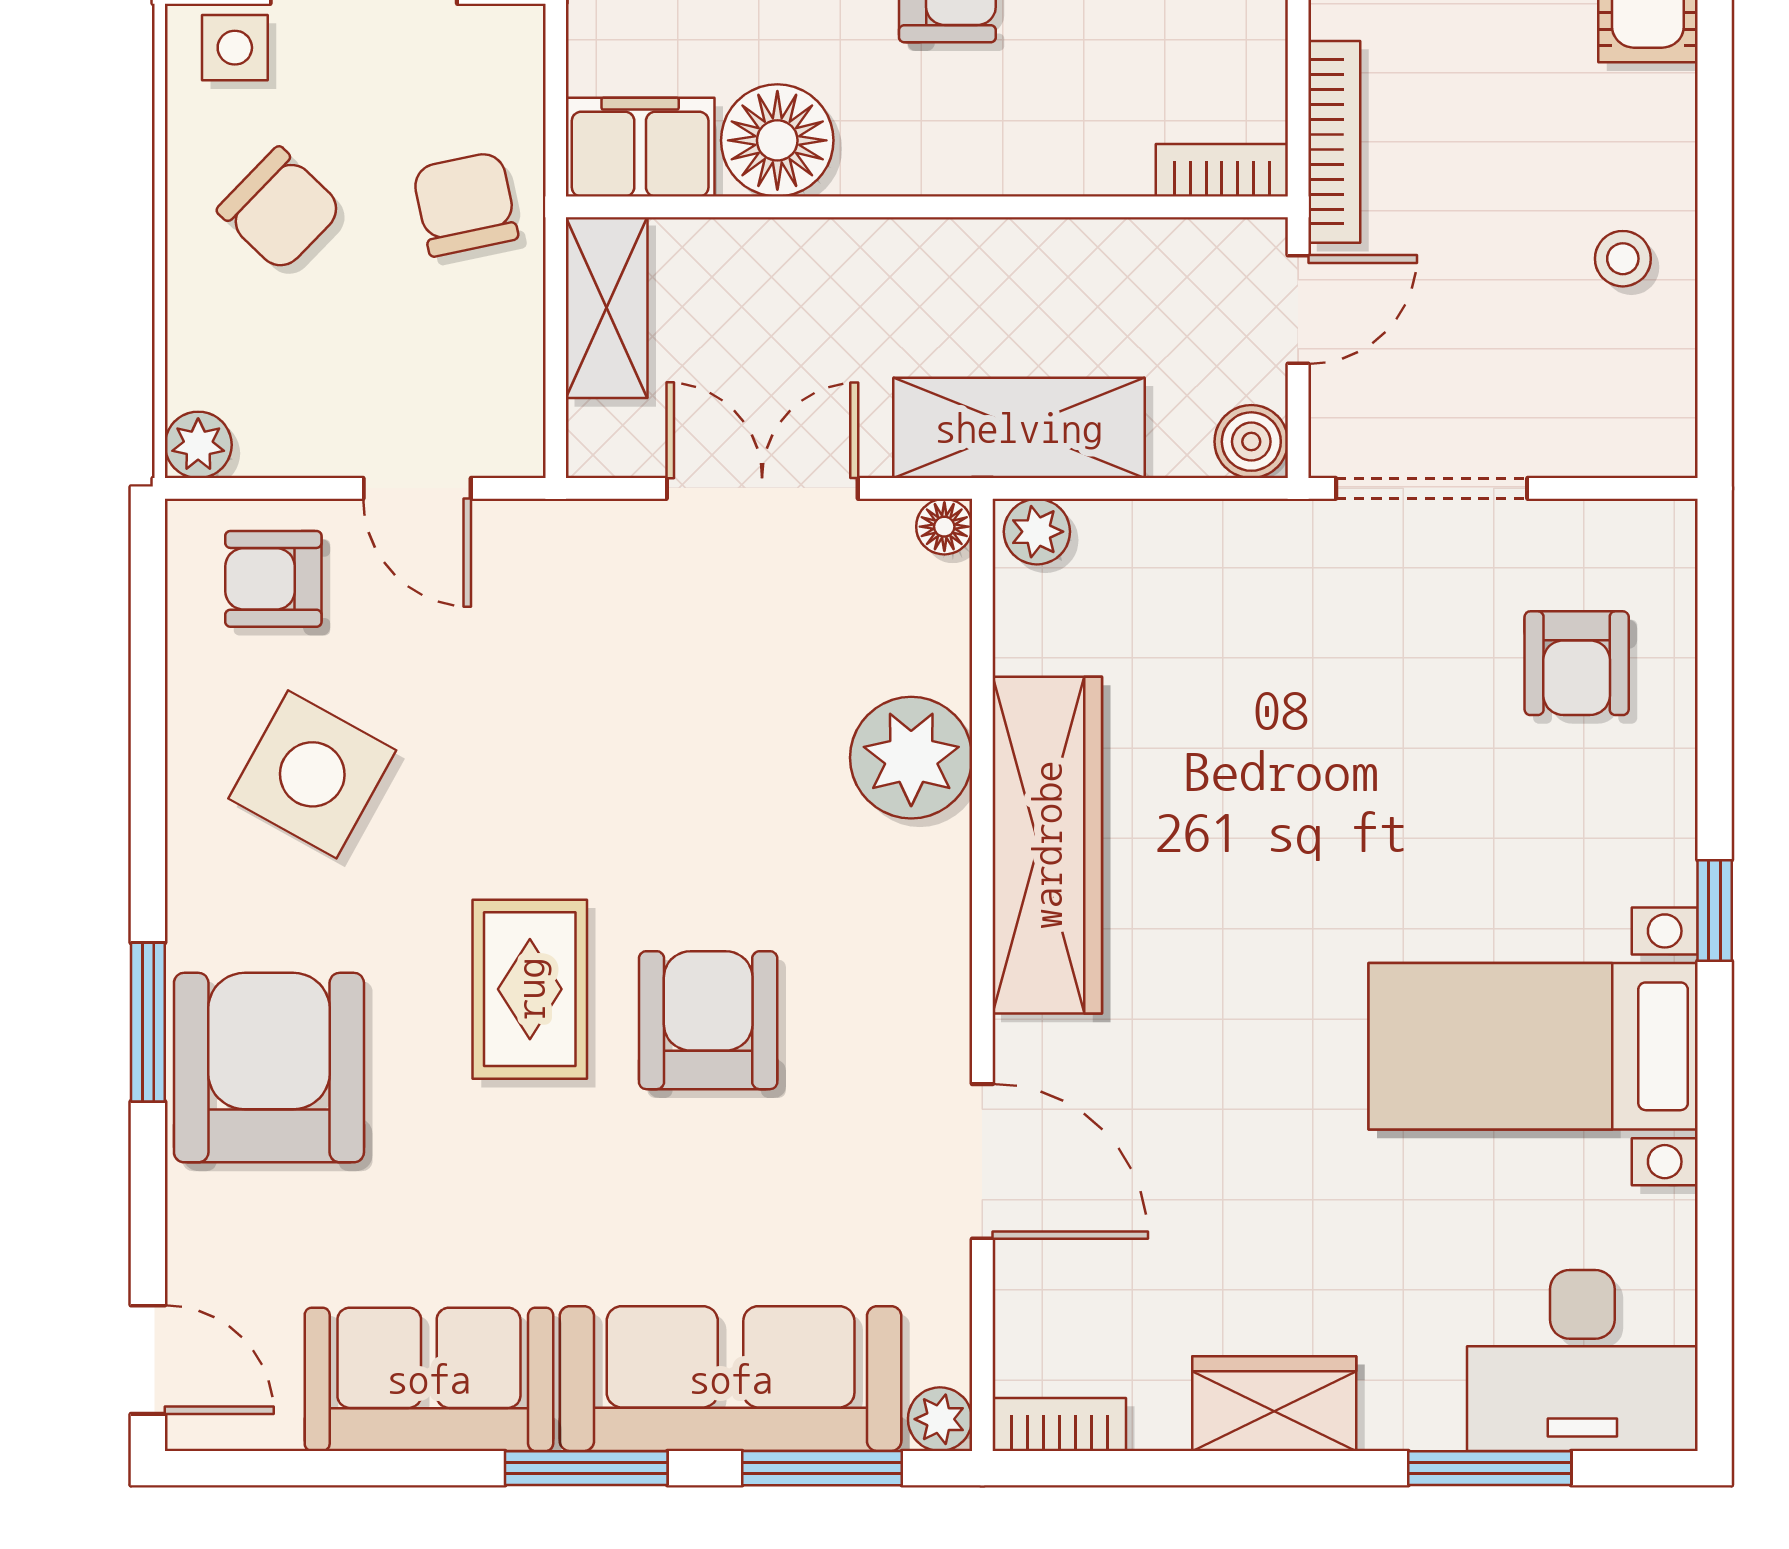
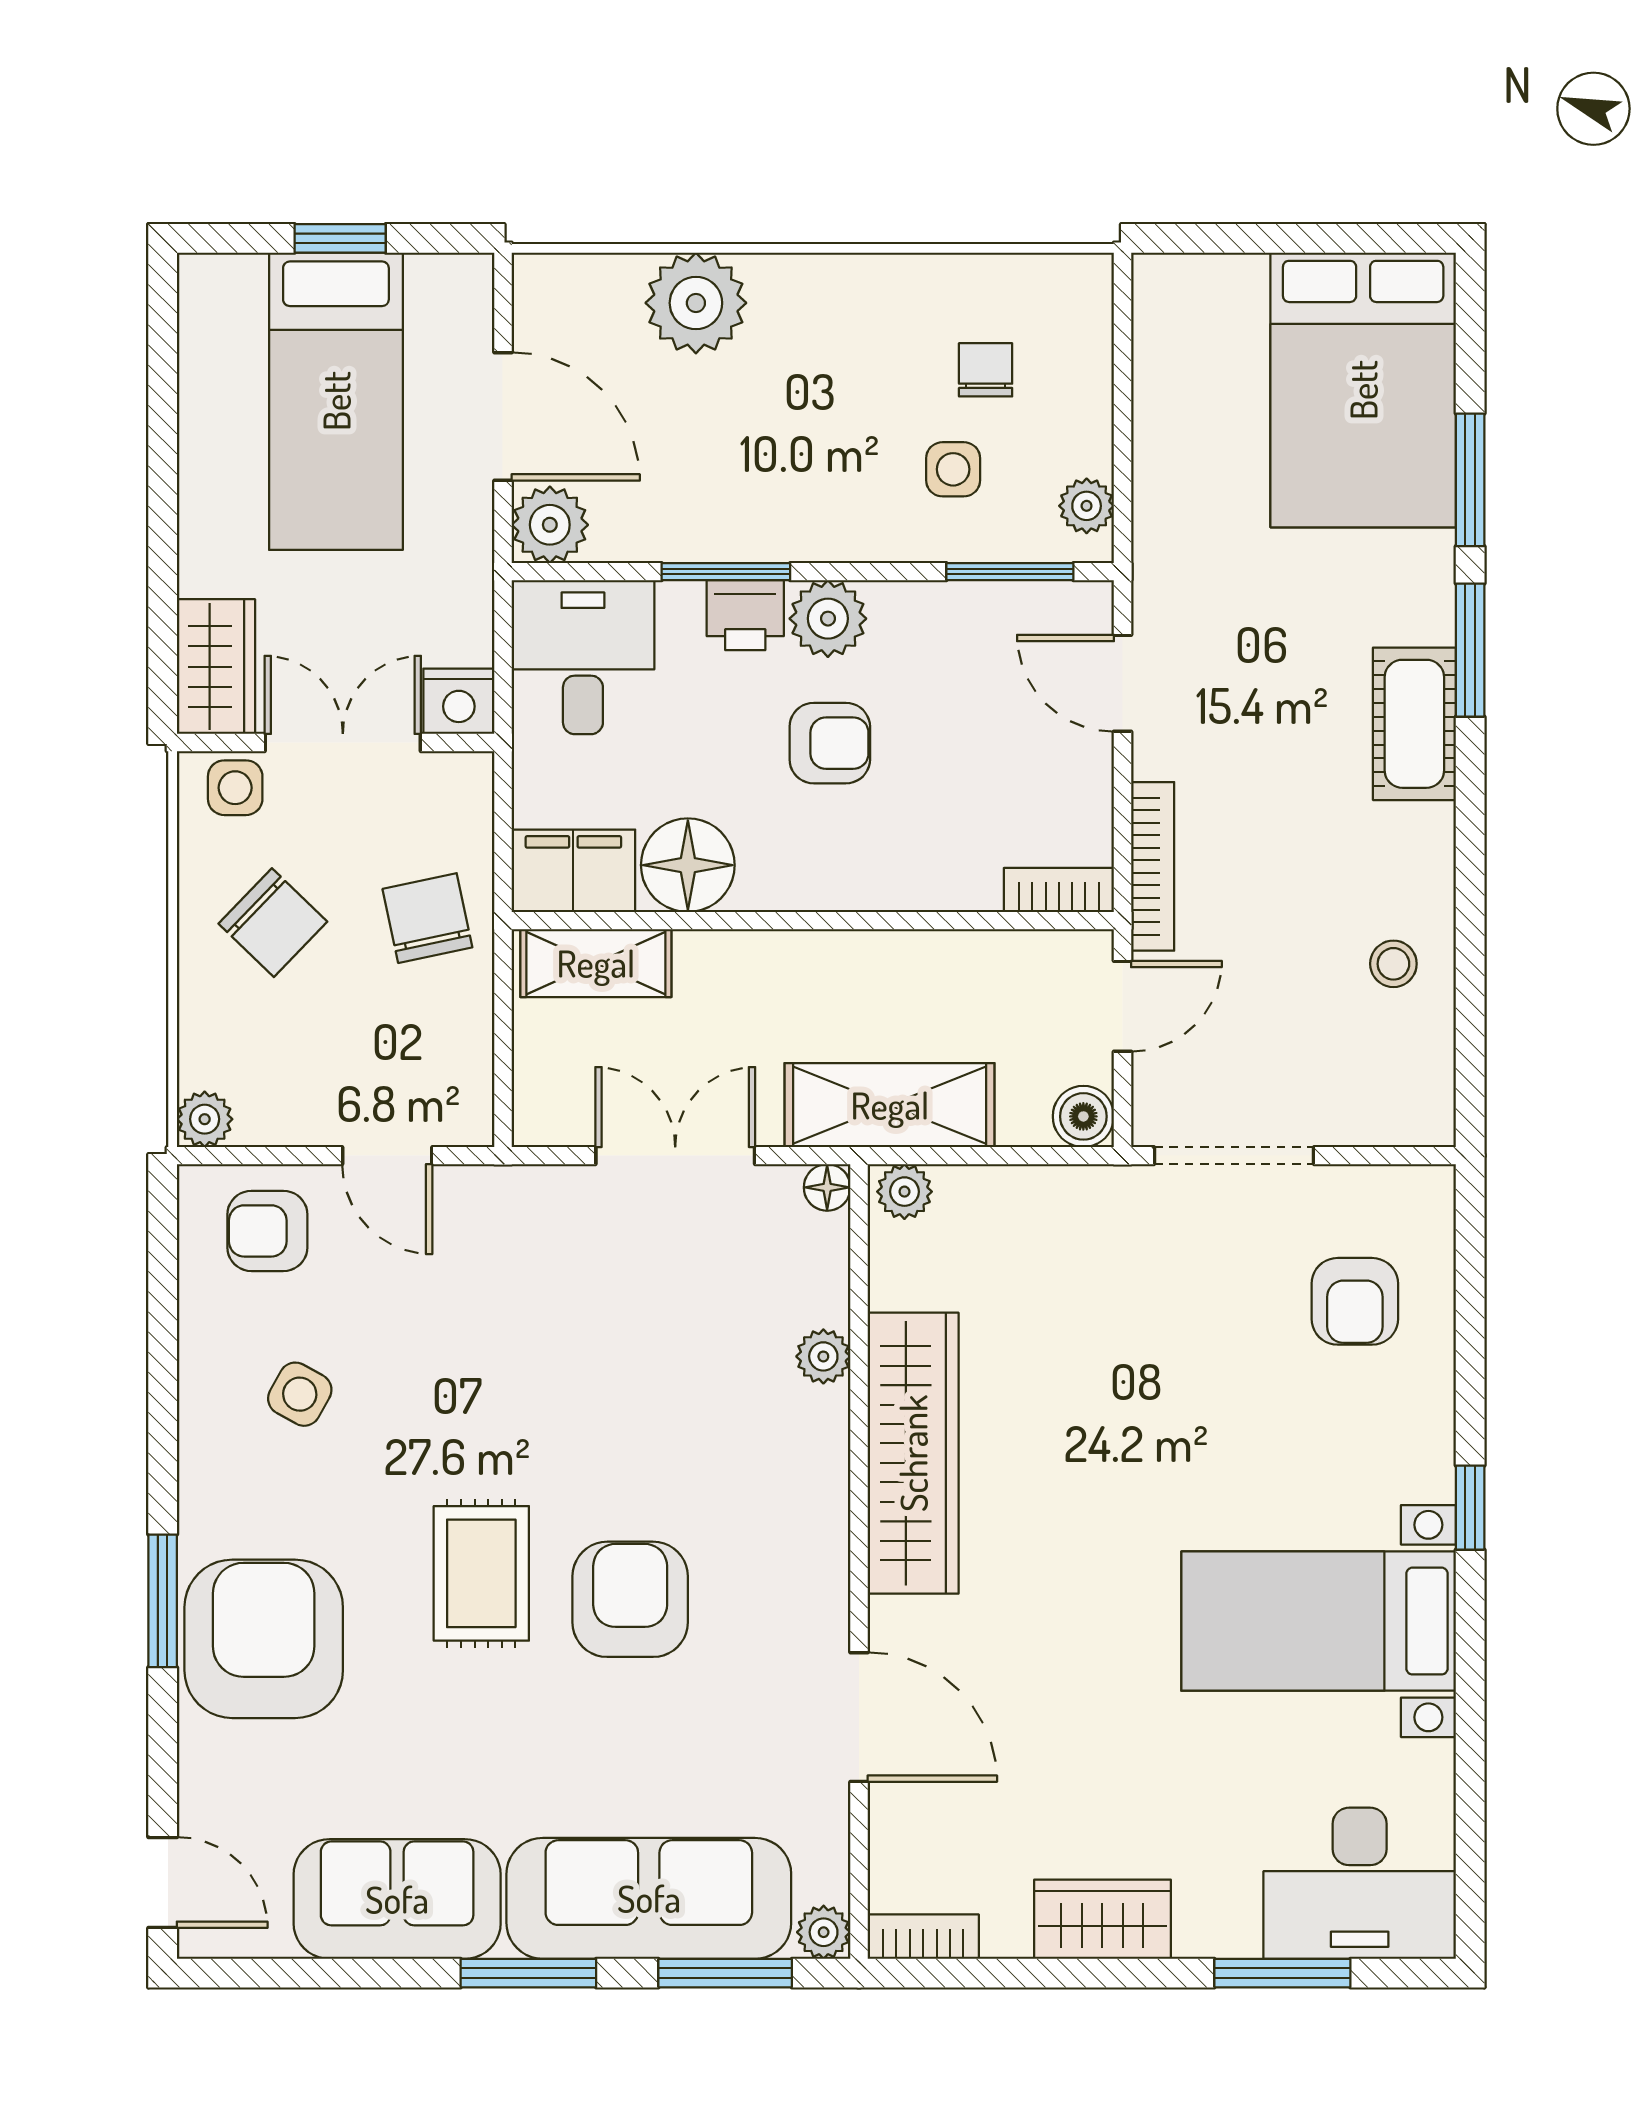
shelving: (607, 308) -> (596, 963), moved, turned 90
plant: (911, 758) -> (823, 1356), width x0.53, depth x0.53
side table: (312, 774) -> (300, 1394), width x0.54, depth x0.54

